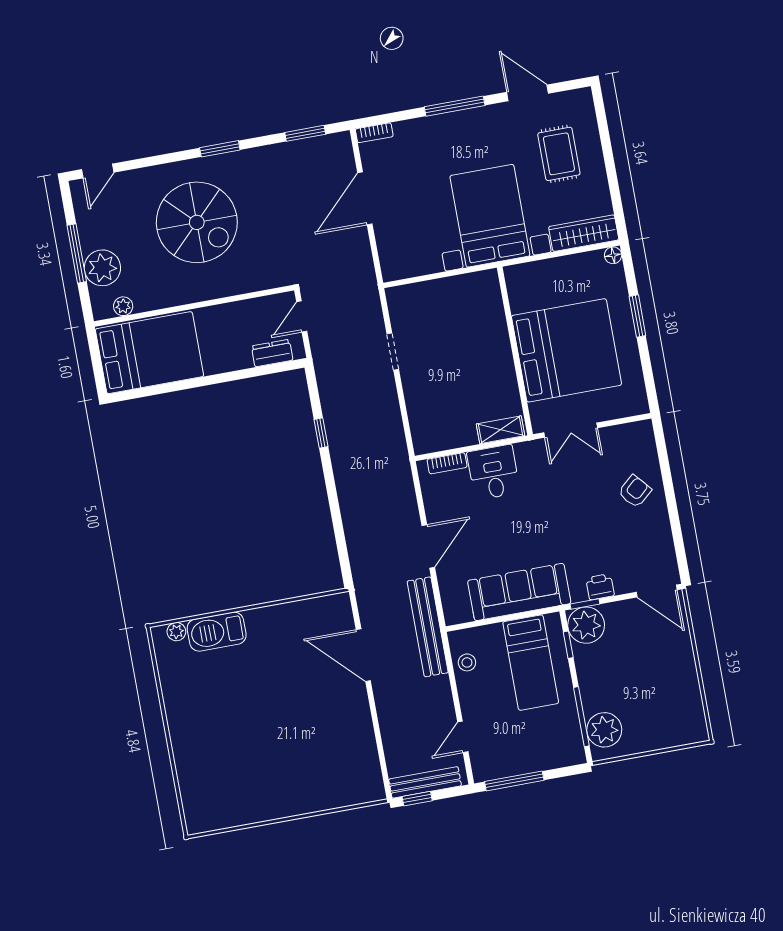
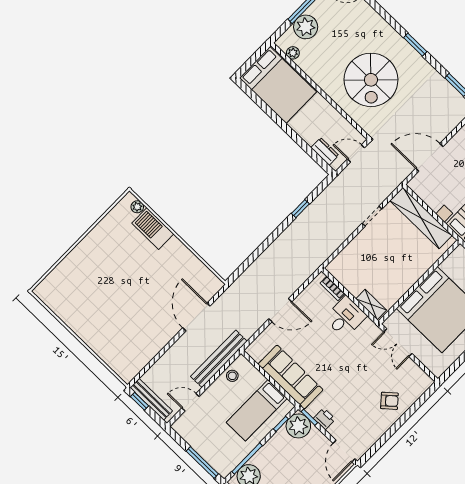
door: (365, 198) -> (429, 157), moved
spiral stairs: (197, 222) -> (371, 80), moved
shelving: (438, 293) -> (421, 218), added
bench: (428, 627) -> (219, 359), moved
window: (514, 781) -> (202, 463), moved

